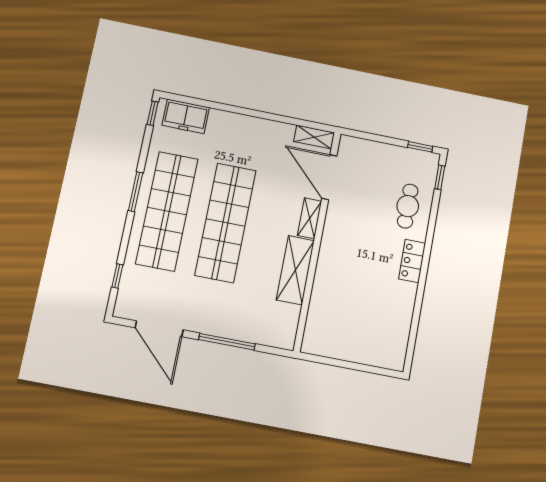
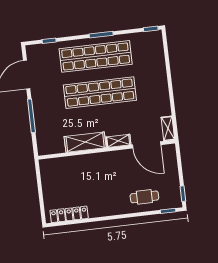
freezer: (186, 116) -> (155, 49), removed
door: (329, 177) -> (147, 145), swing flipped
locker: (412, 261) -> (69, 214), moved, width x1.53

